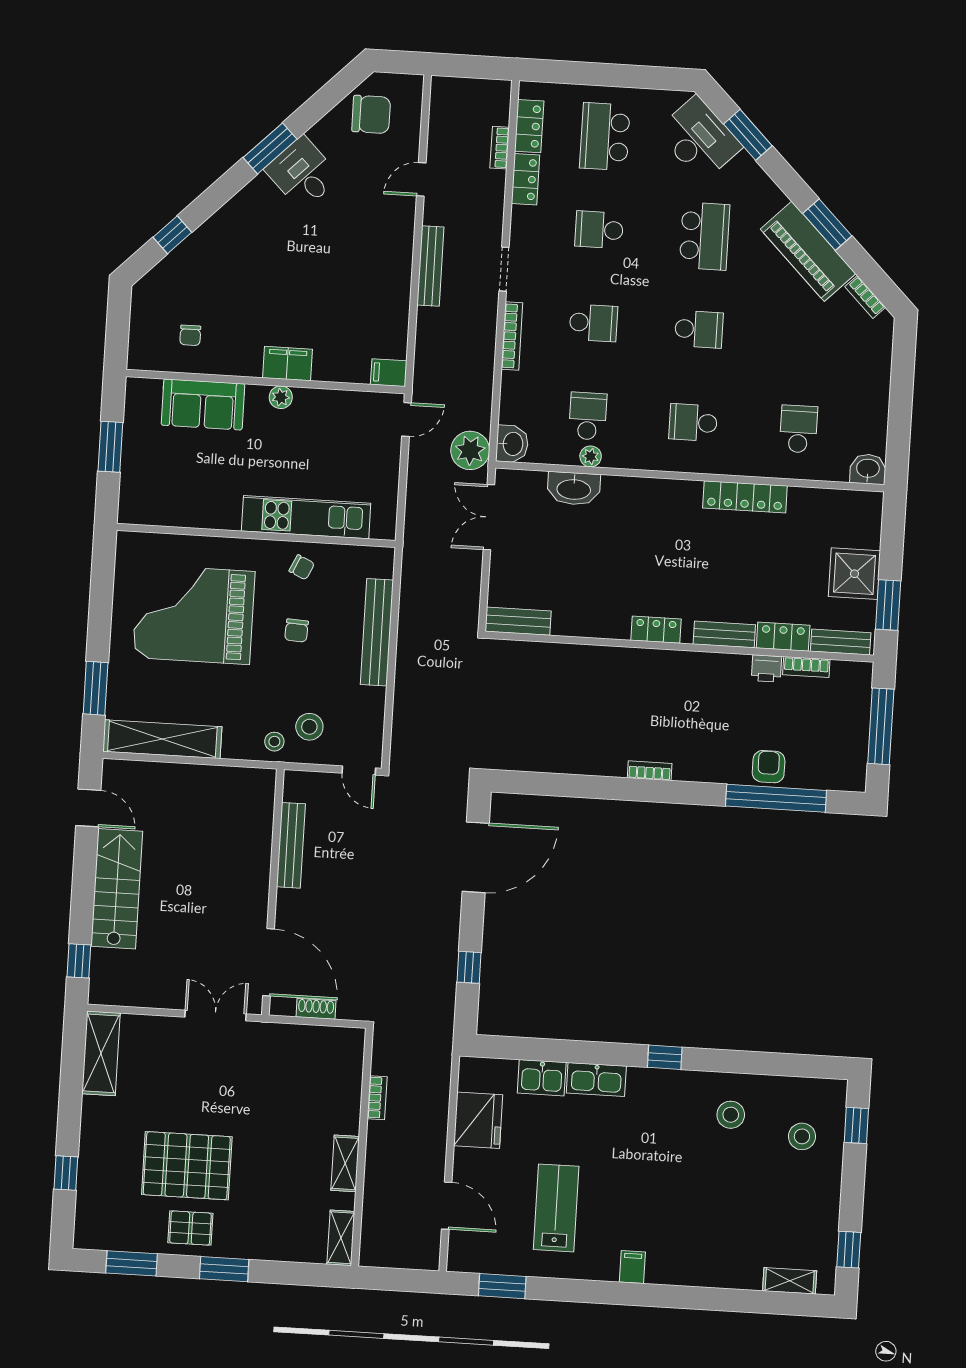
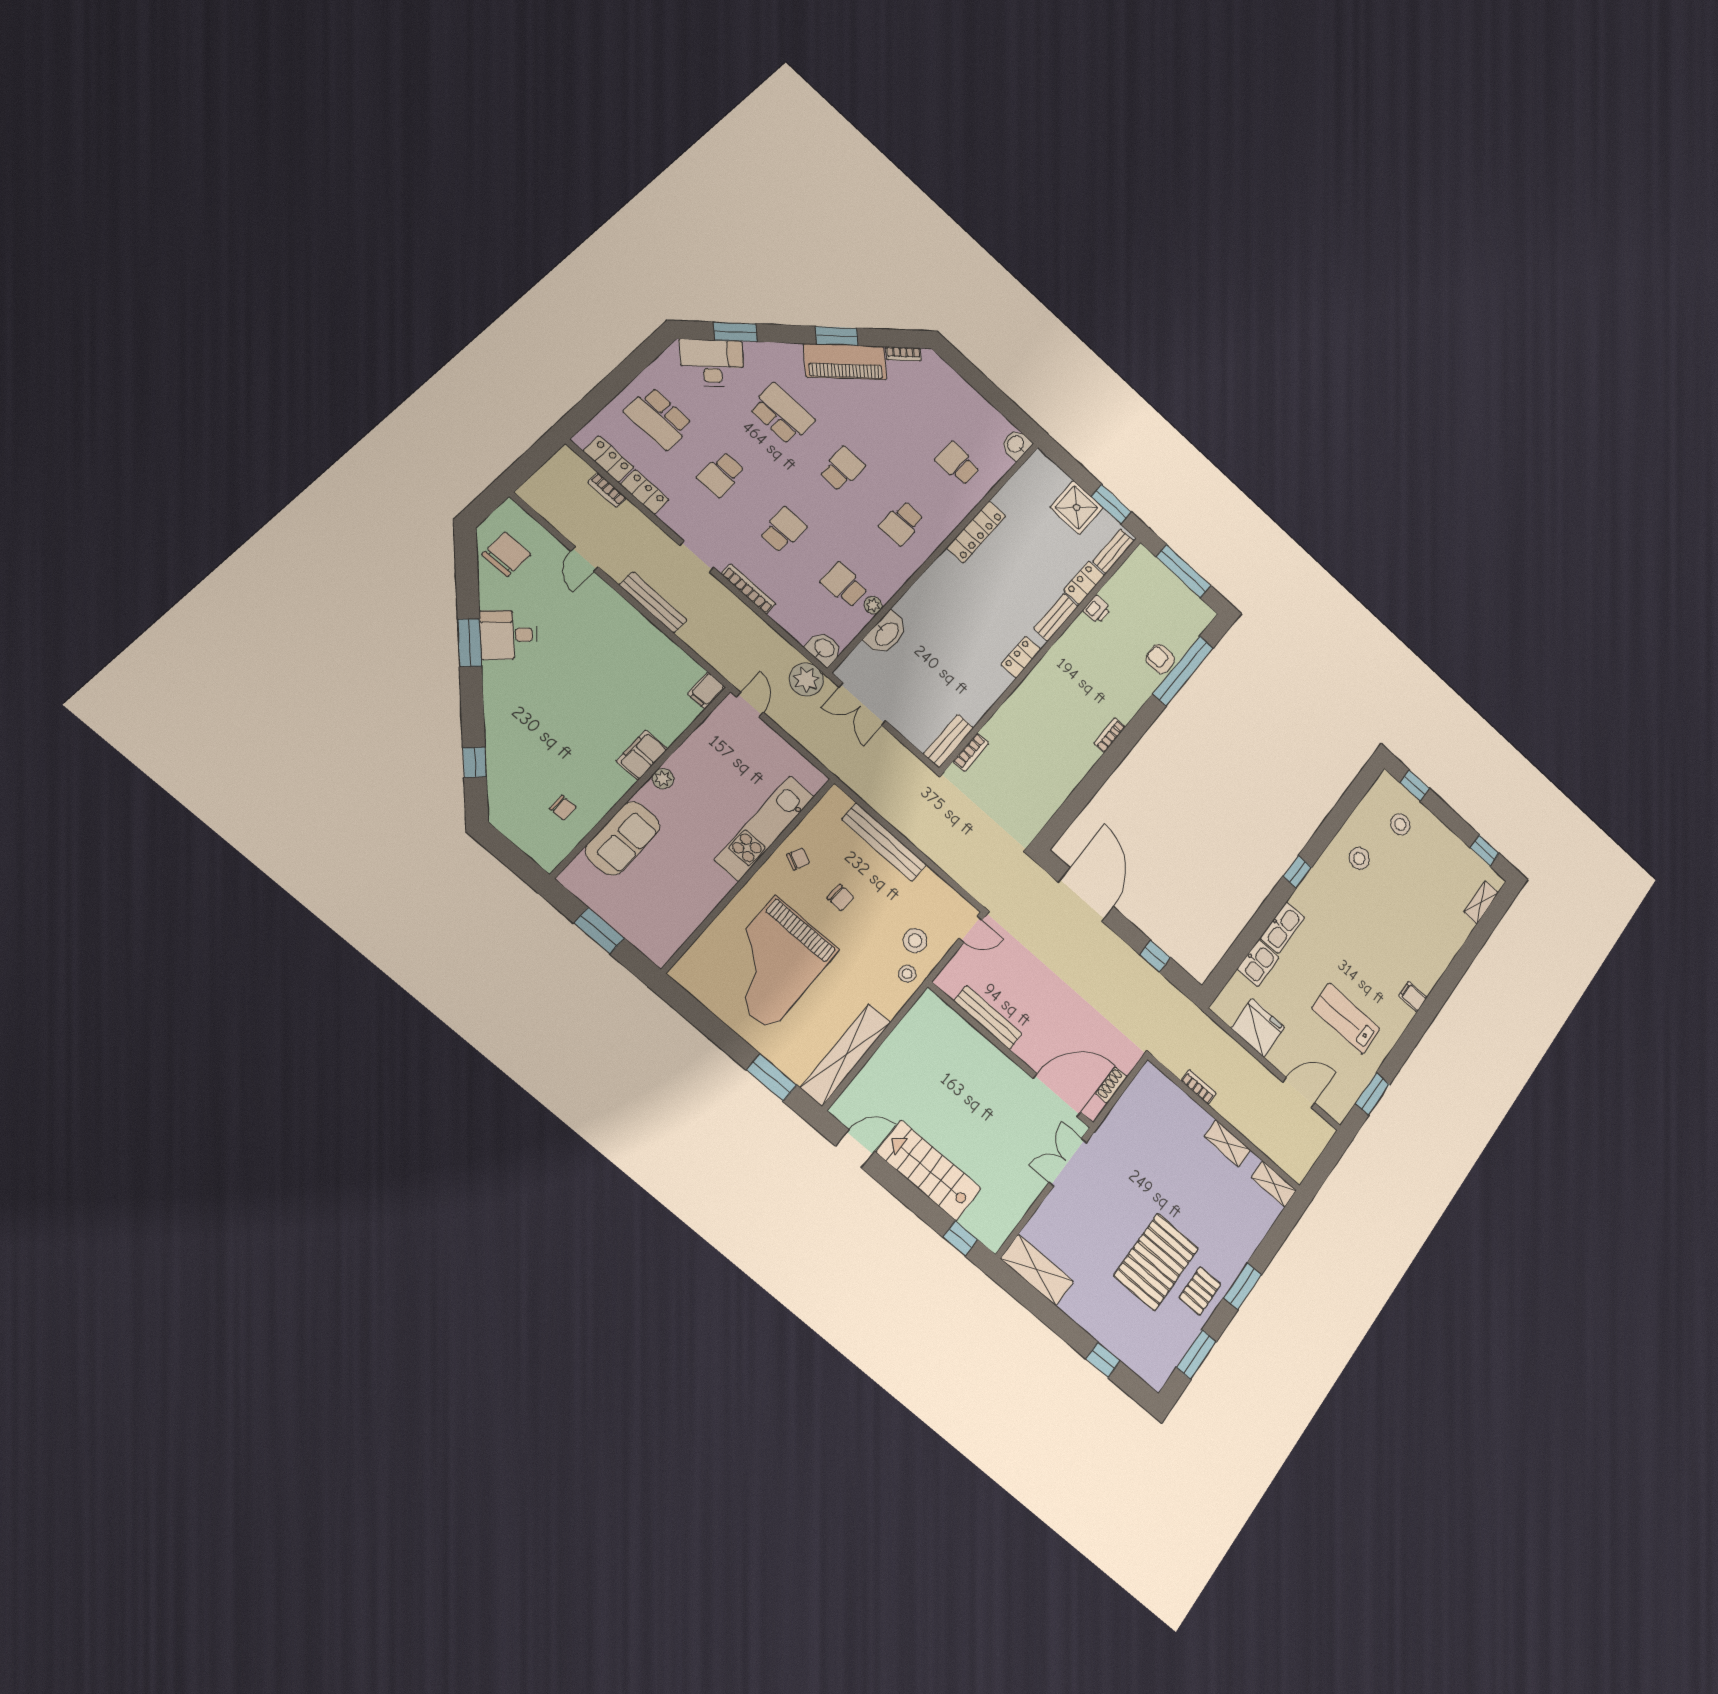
bookcase: (806, 667) -> (971, 752), moved

